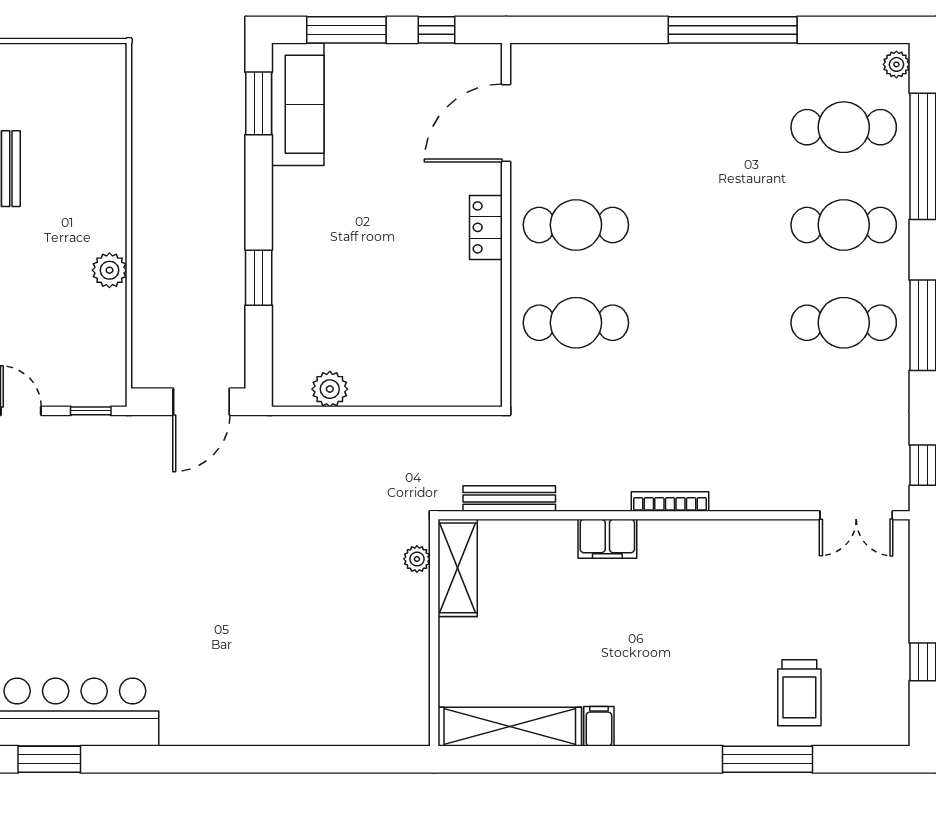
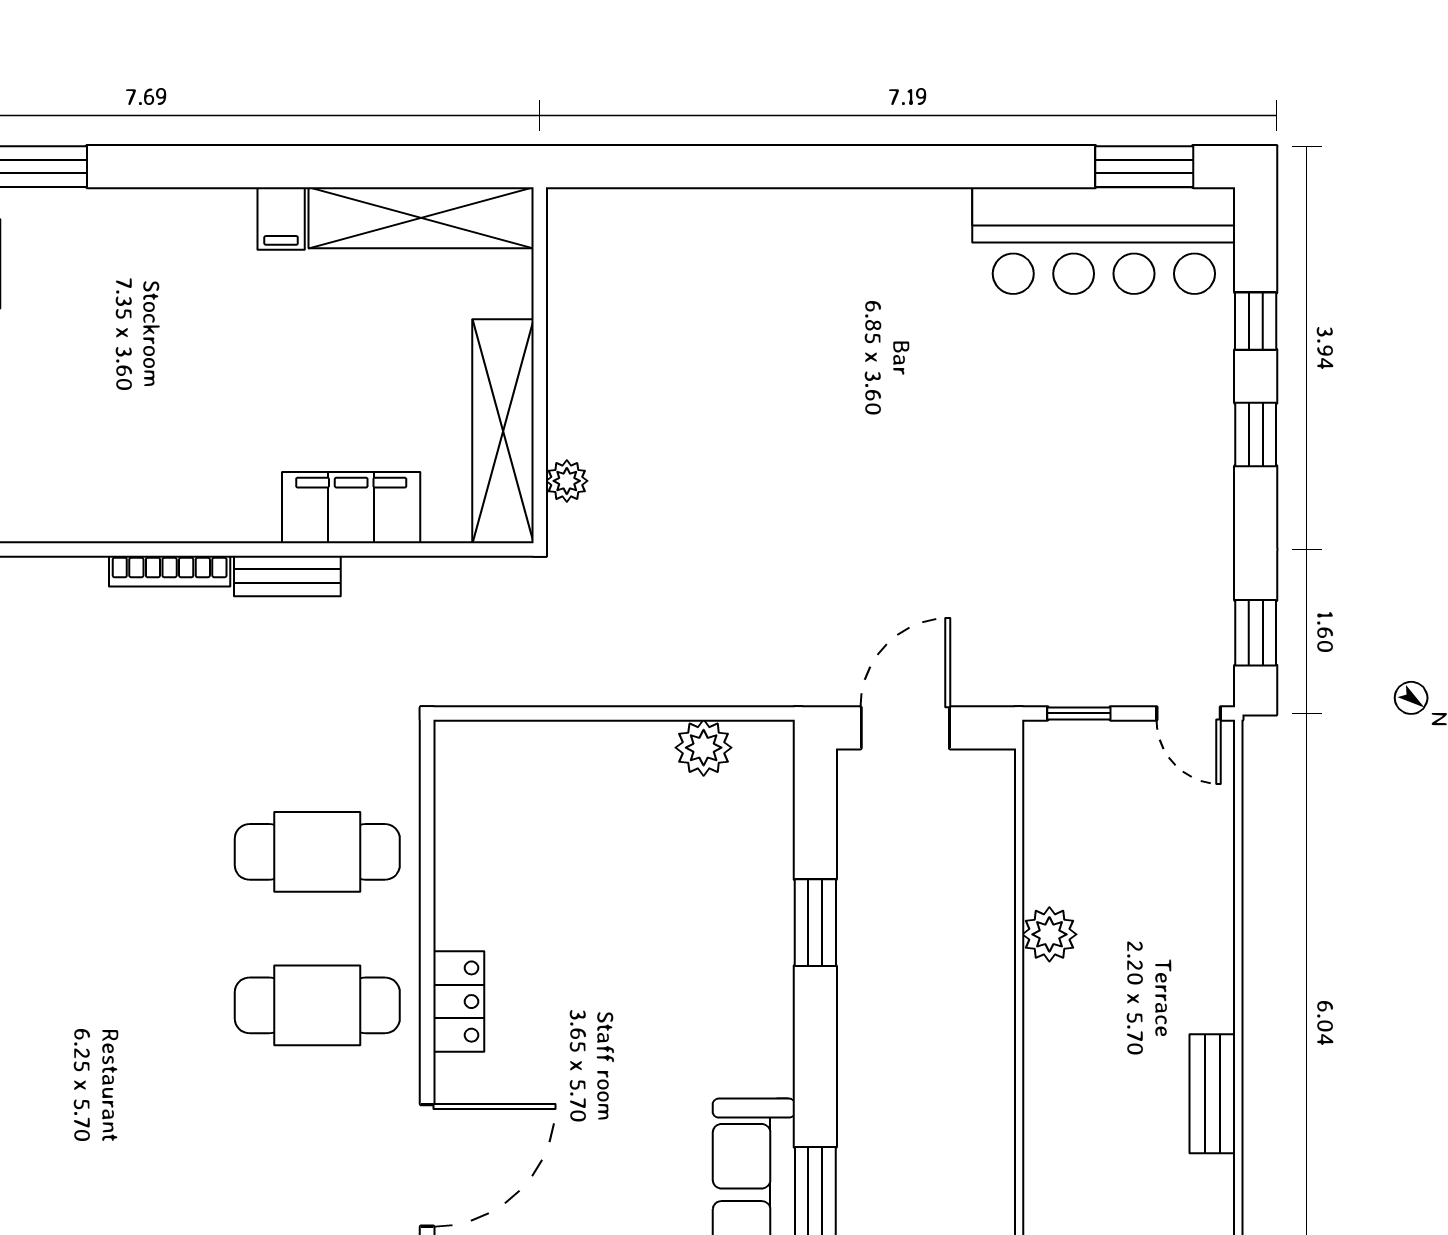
bench: (509, 498) -> (287, 576), moved, width x0.73
filing cabinet: (607, 539) -> (351, 508), moved, width x1.50, depth x1.17
shelving: (458, 568) -> (503, 431), width x1.47

